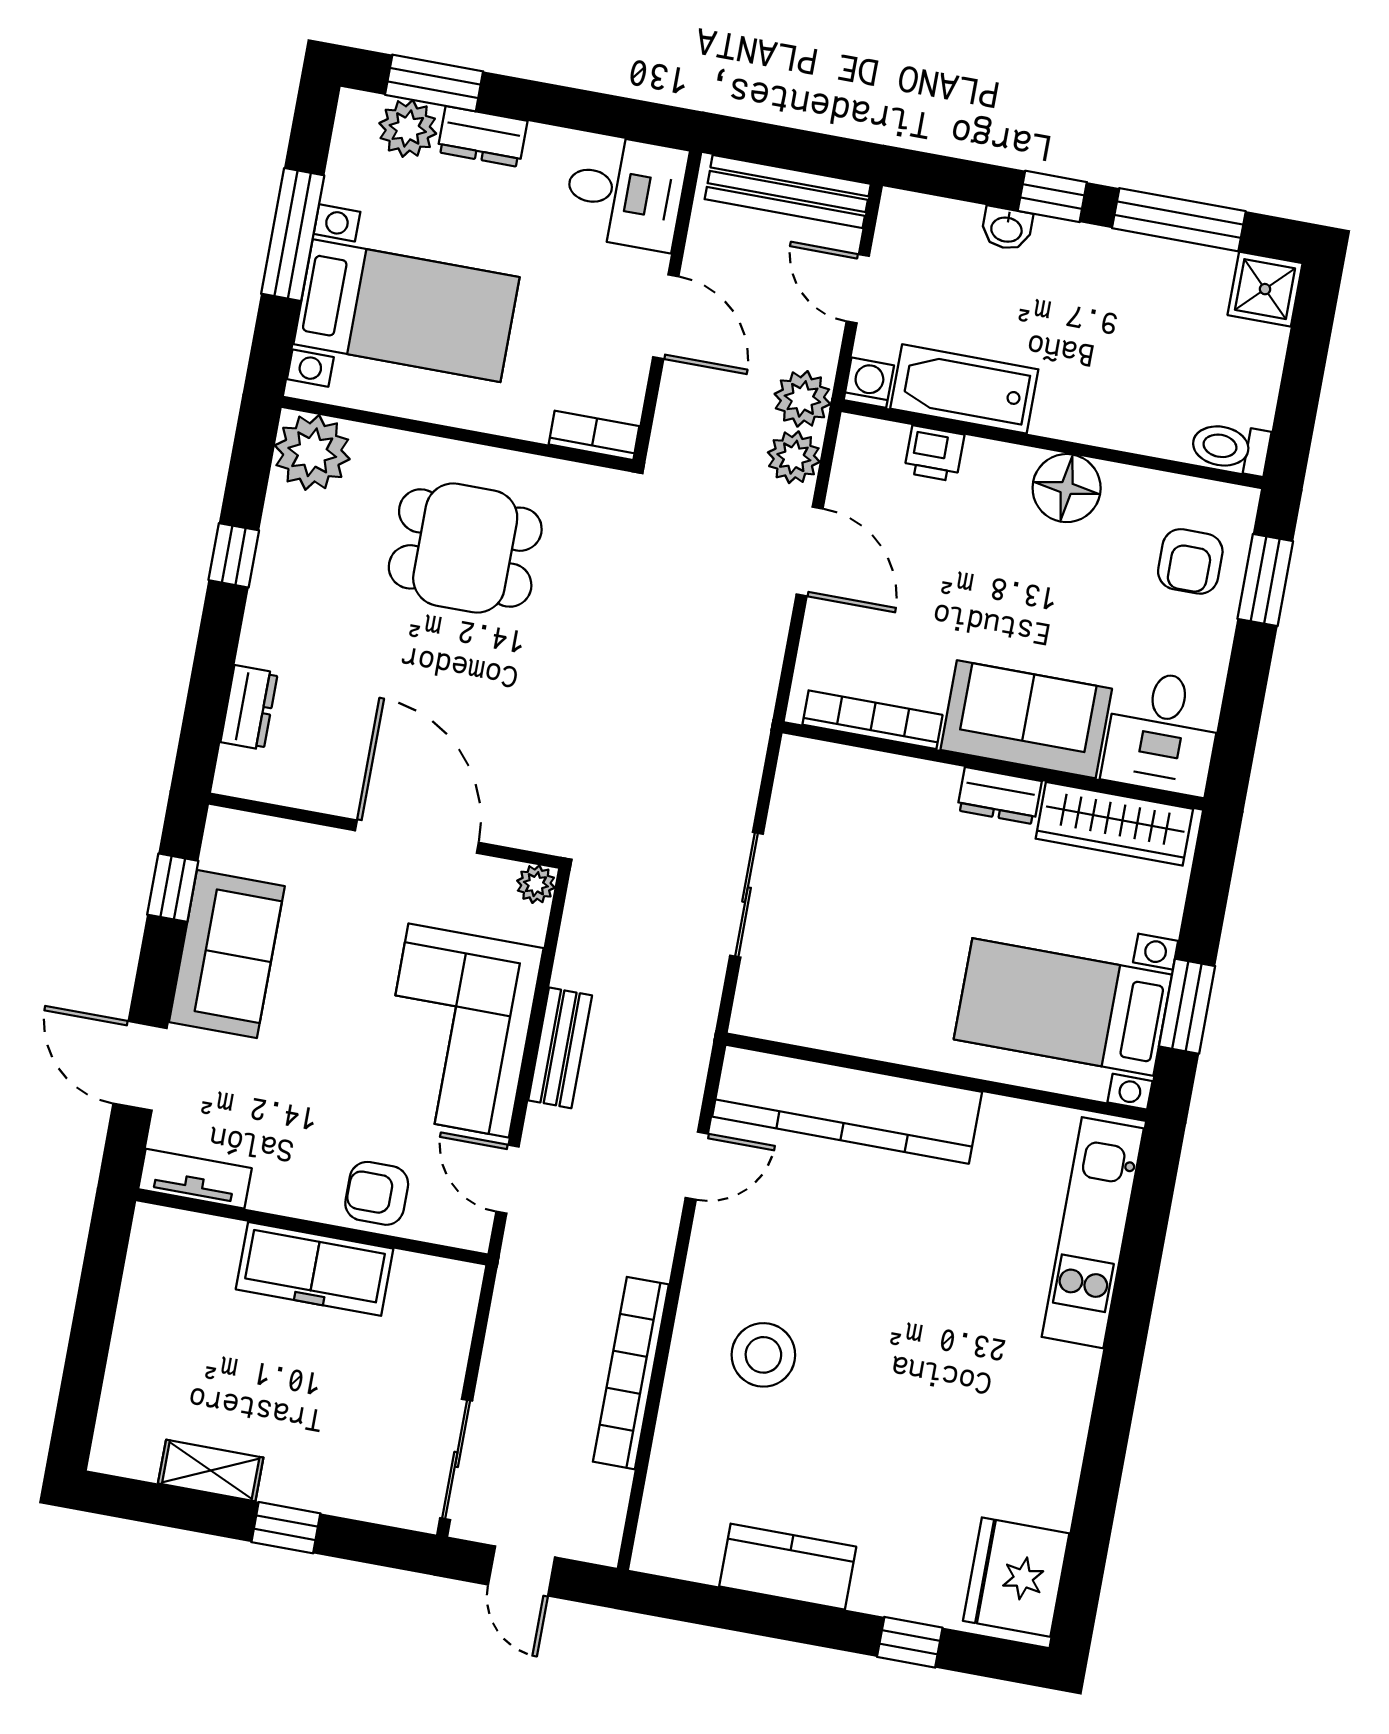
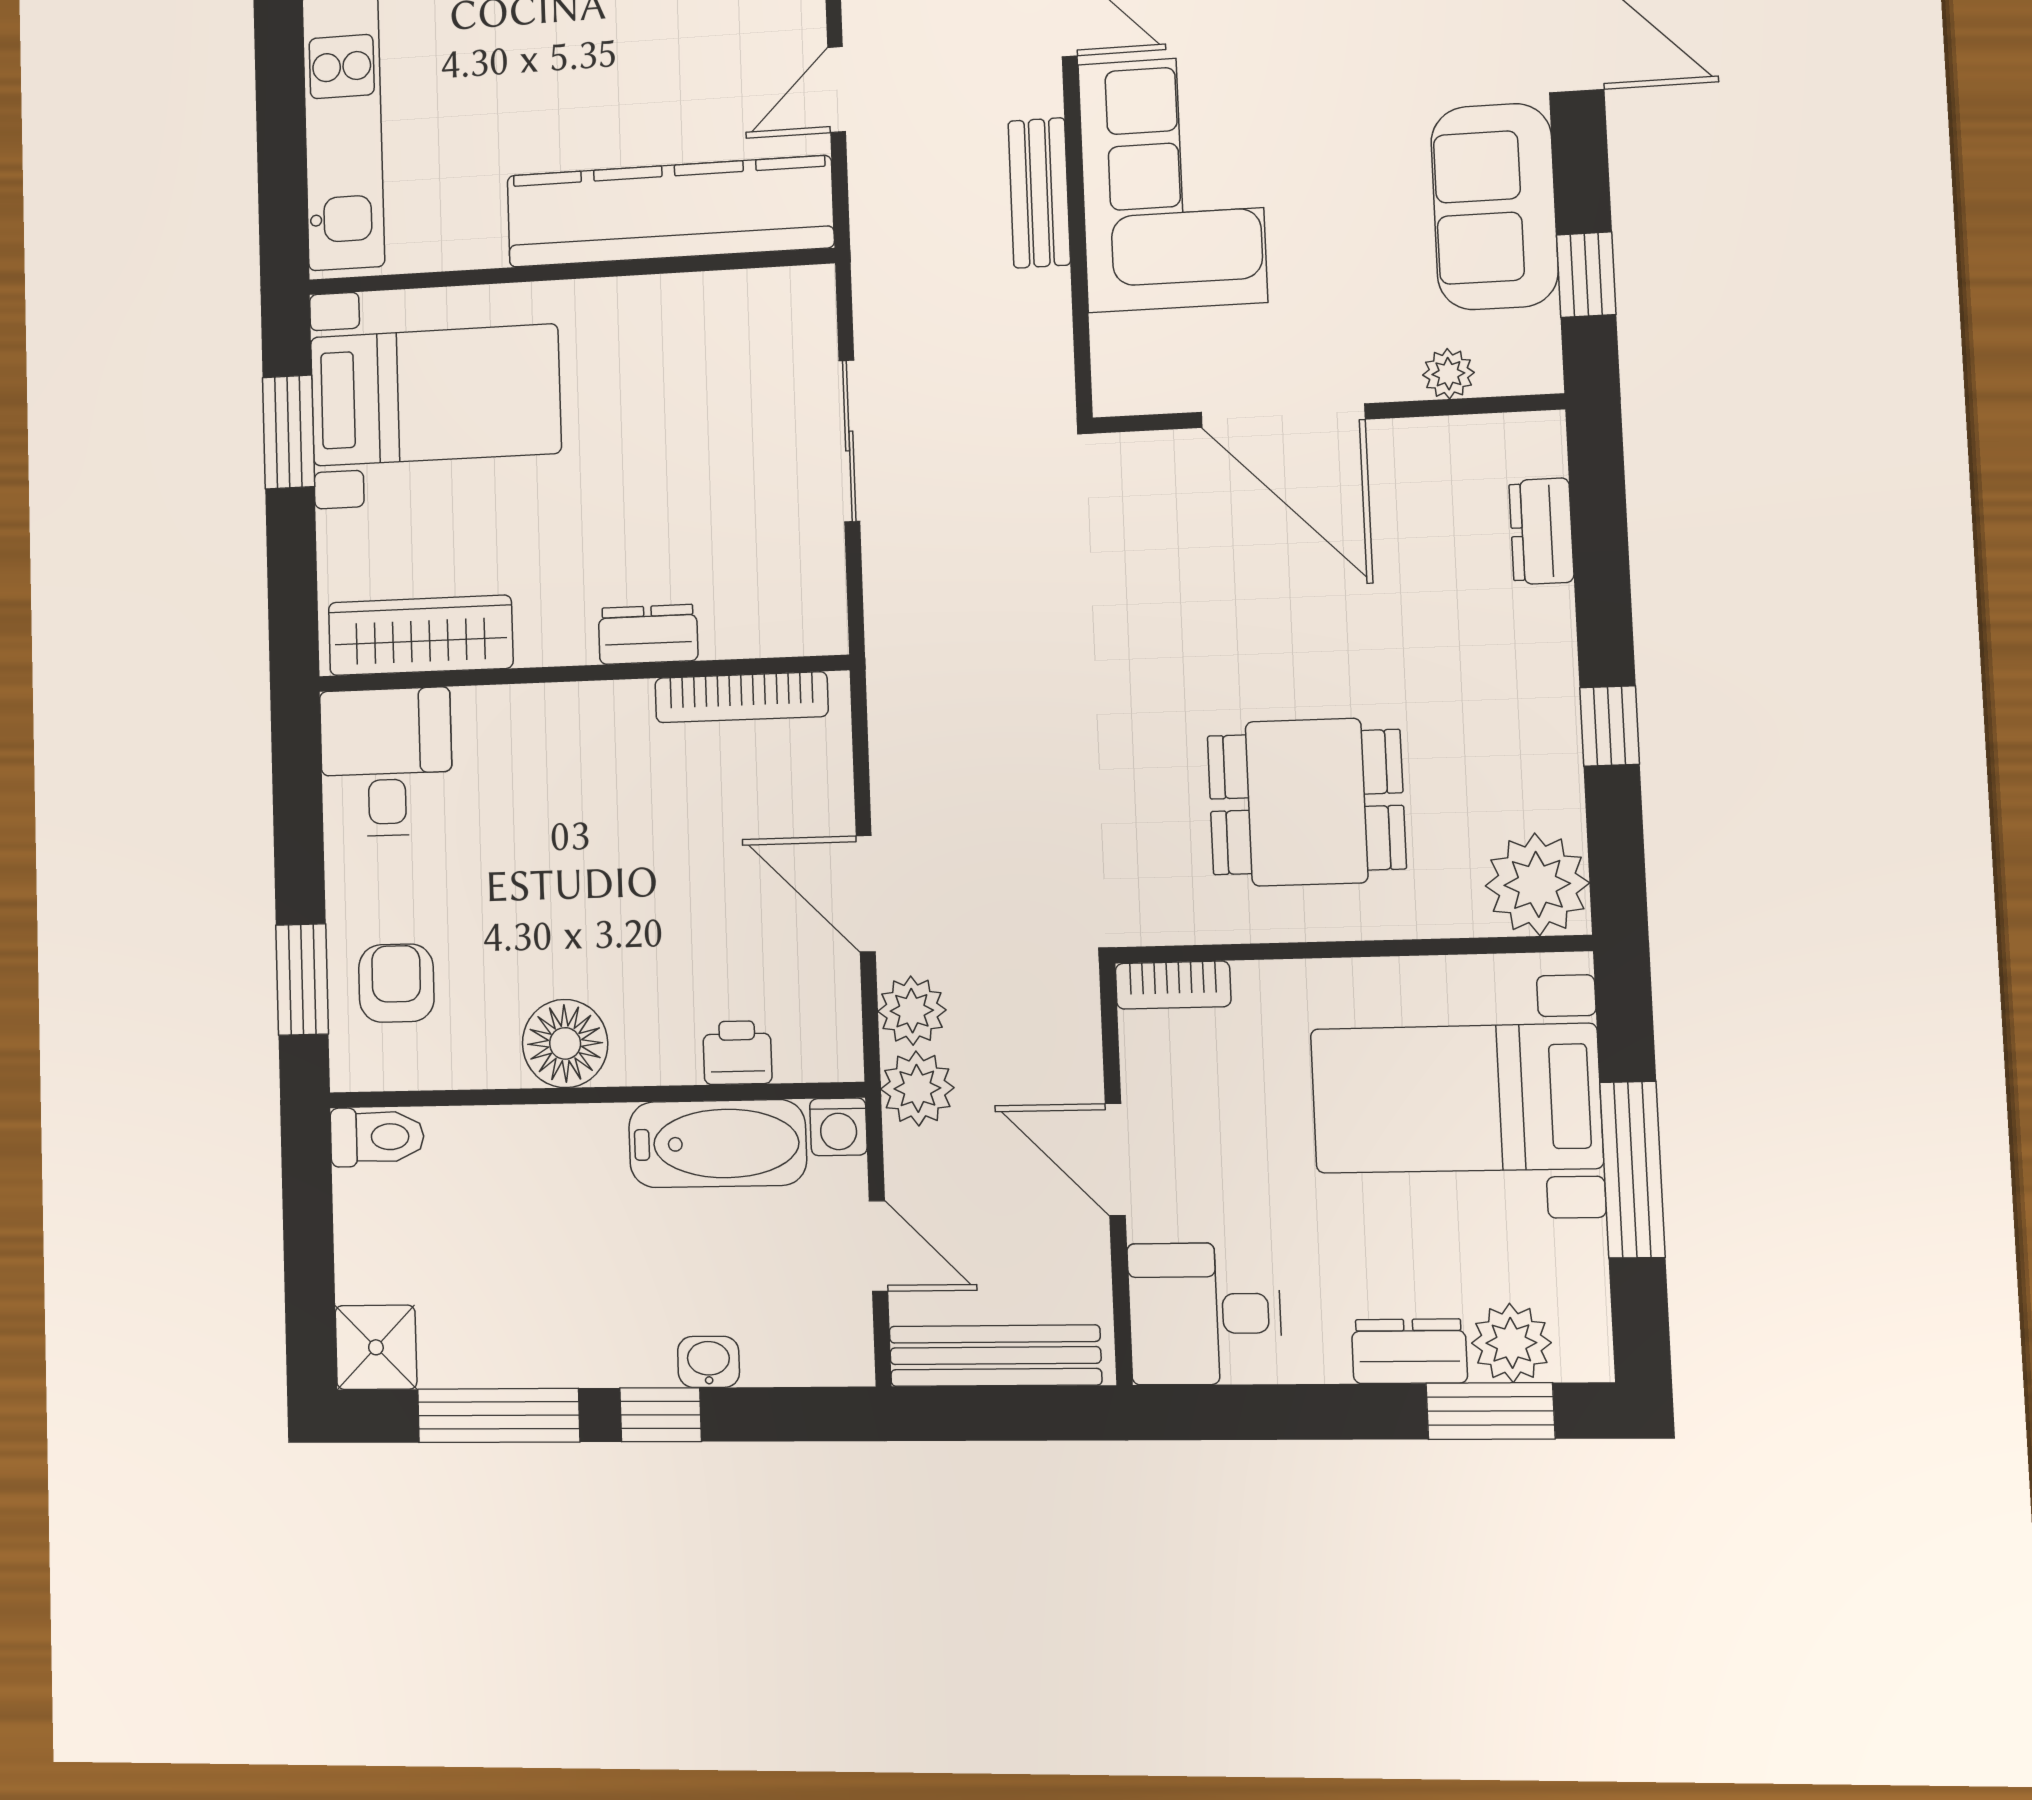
sofa: (1026, 719) -> (554, 741), removed
dresser: (999, 796) -> (648, 634), moved
plant: (536, 884) -> (1448, 374), moved

